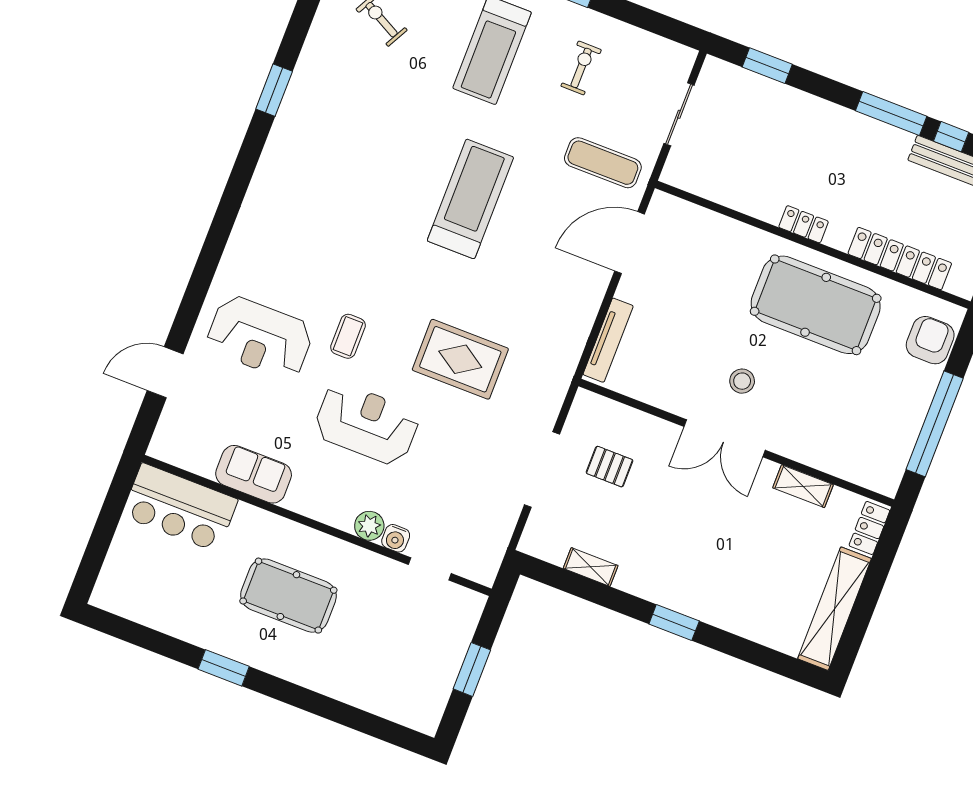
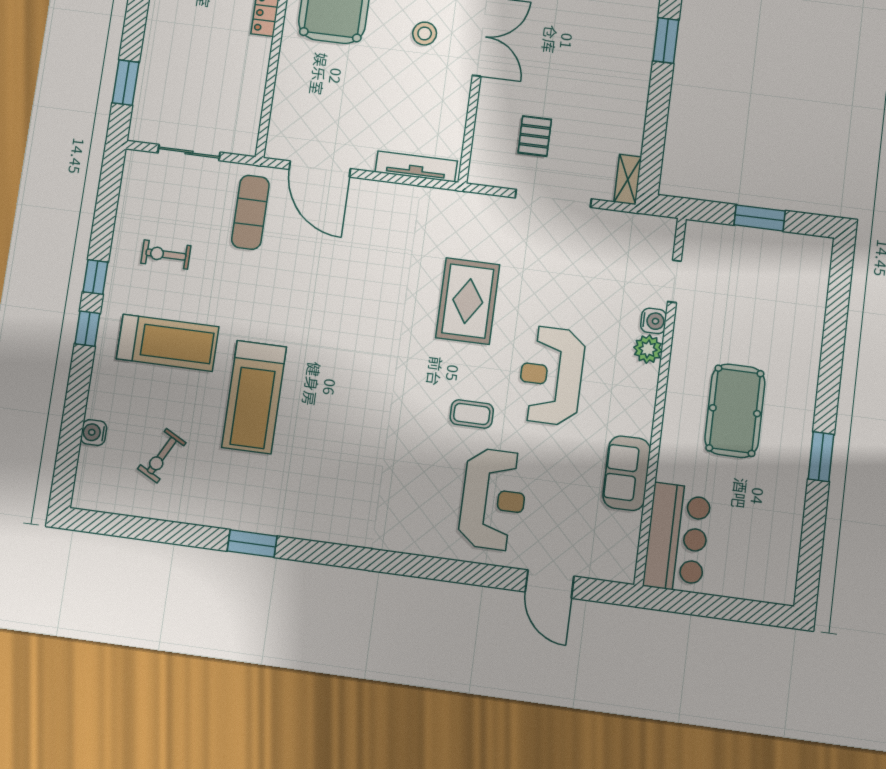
treadmill: (470, 199) -> (254, 397), moved, turned -90
shelving: (591, 567) -> (628, 180), moved

